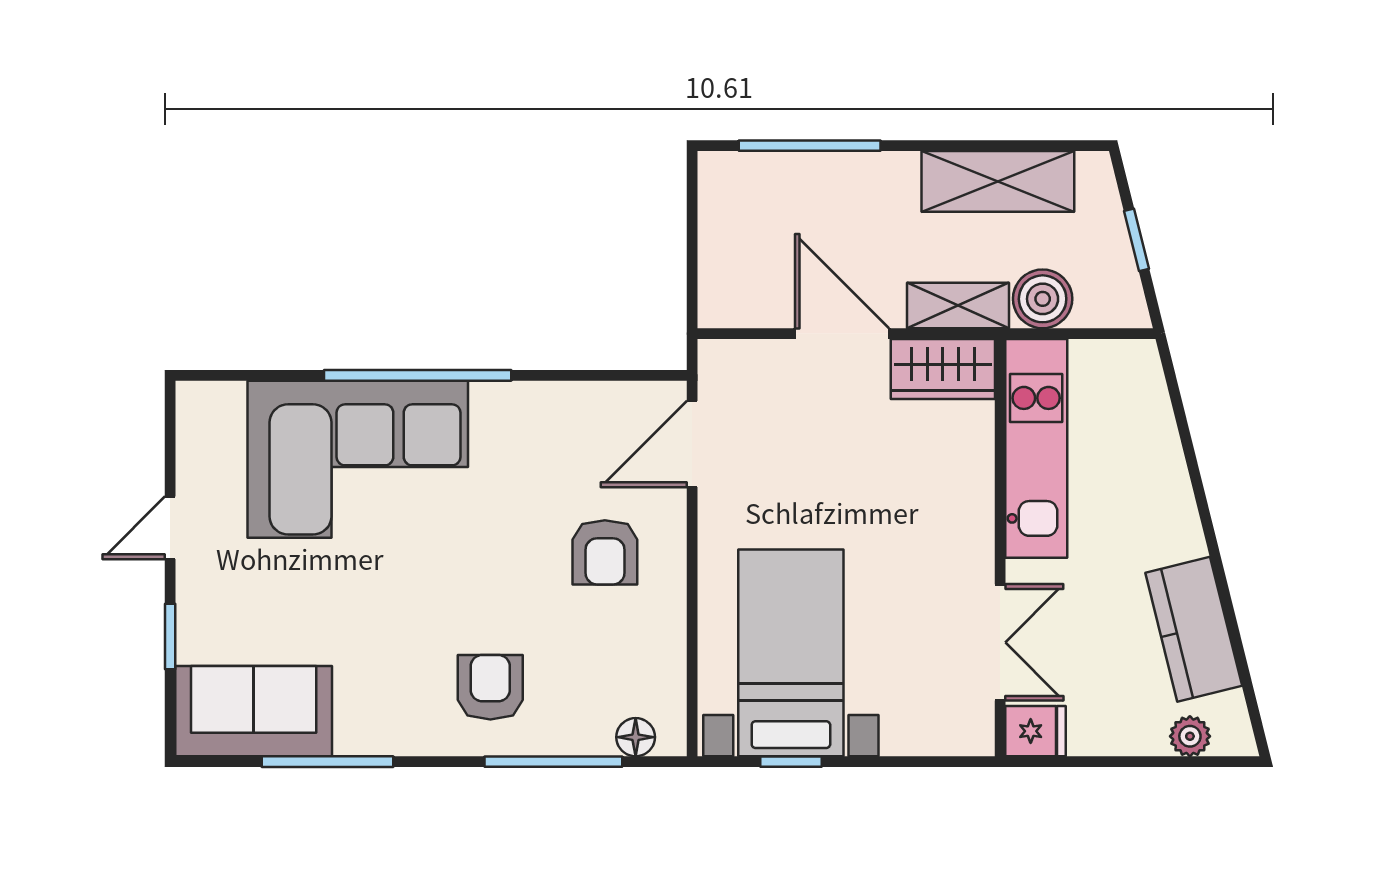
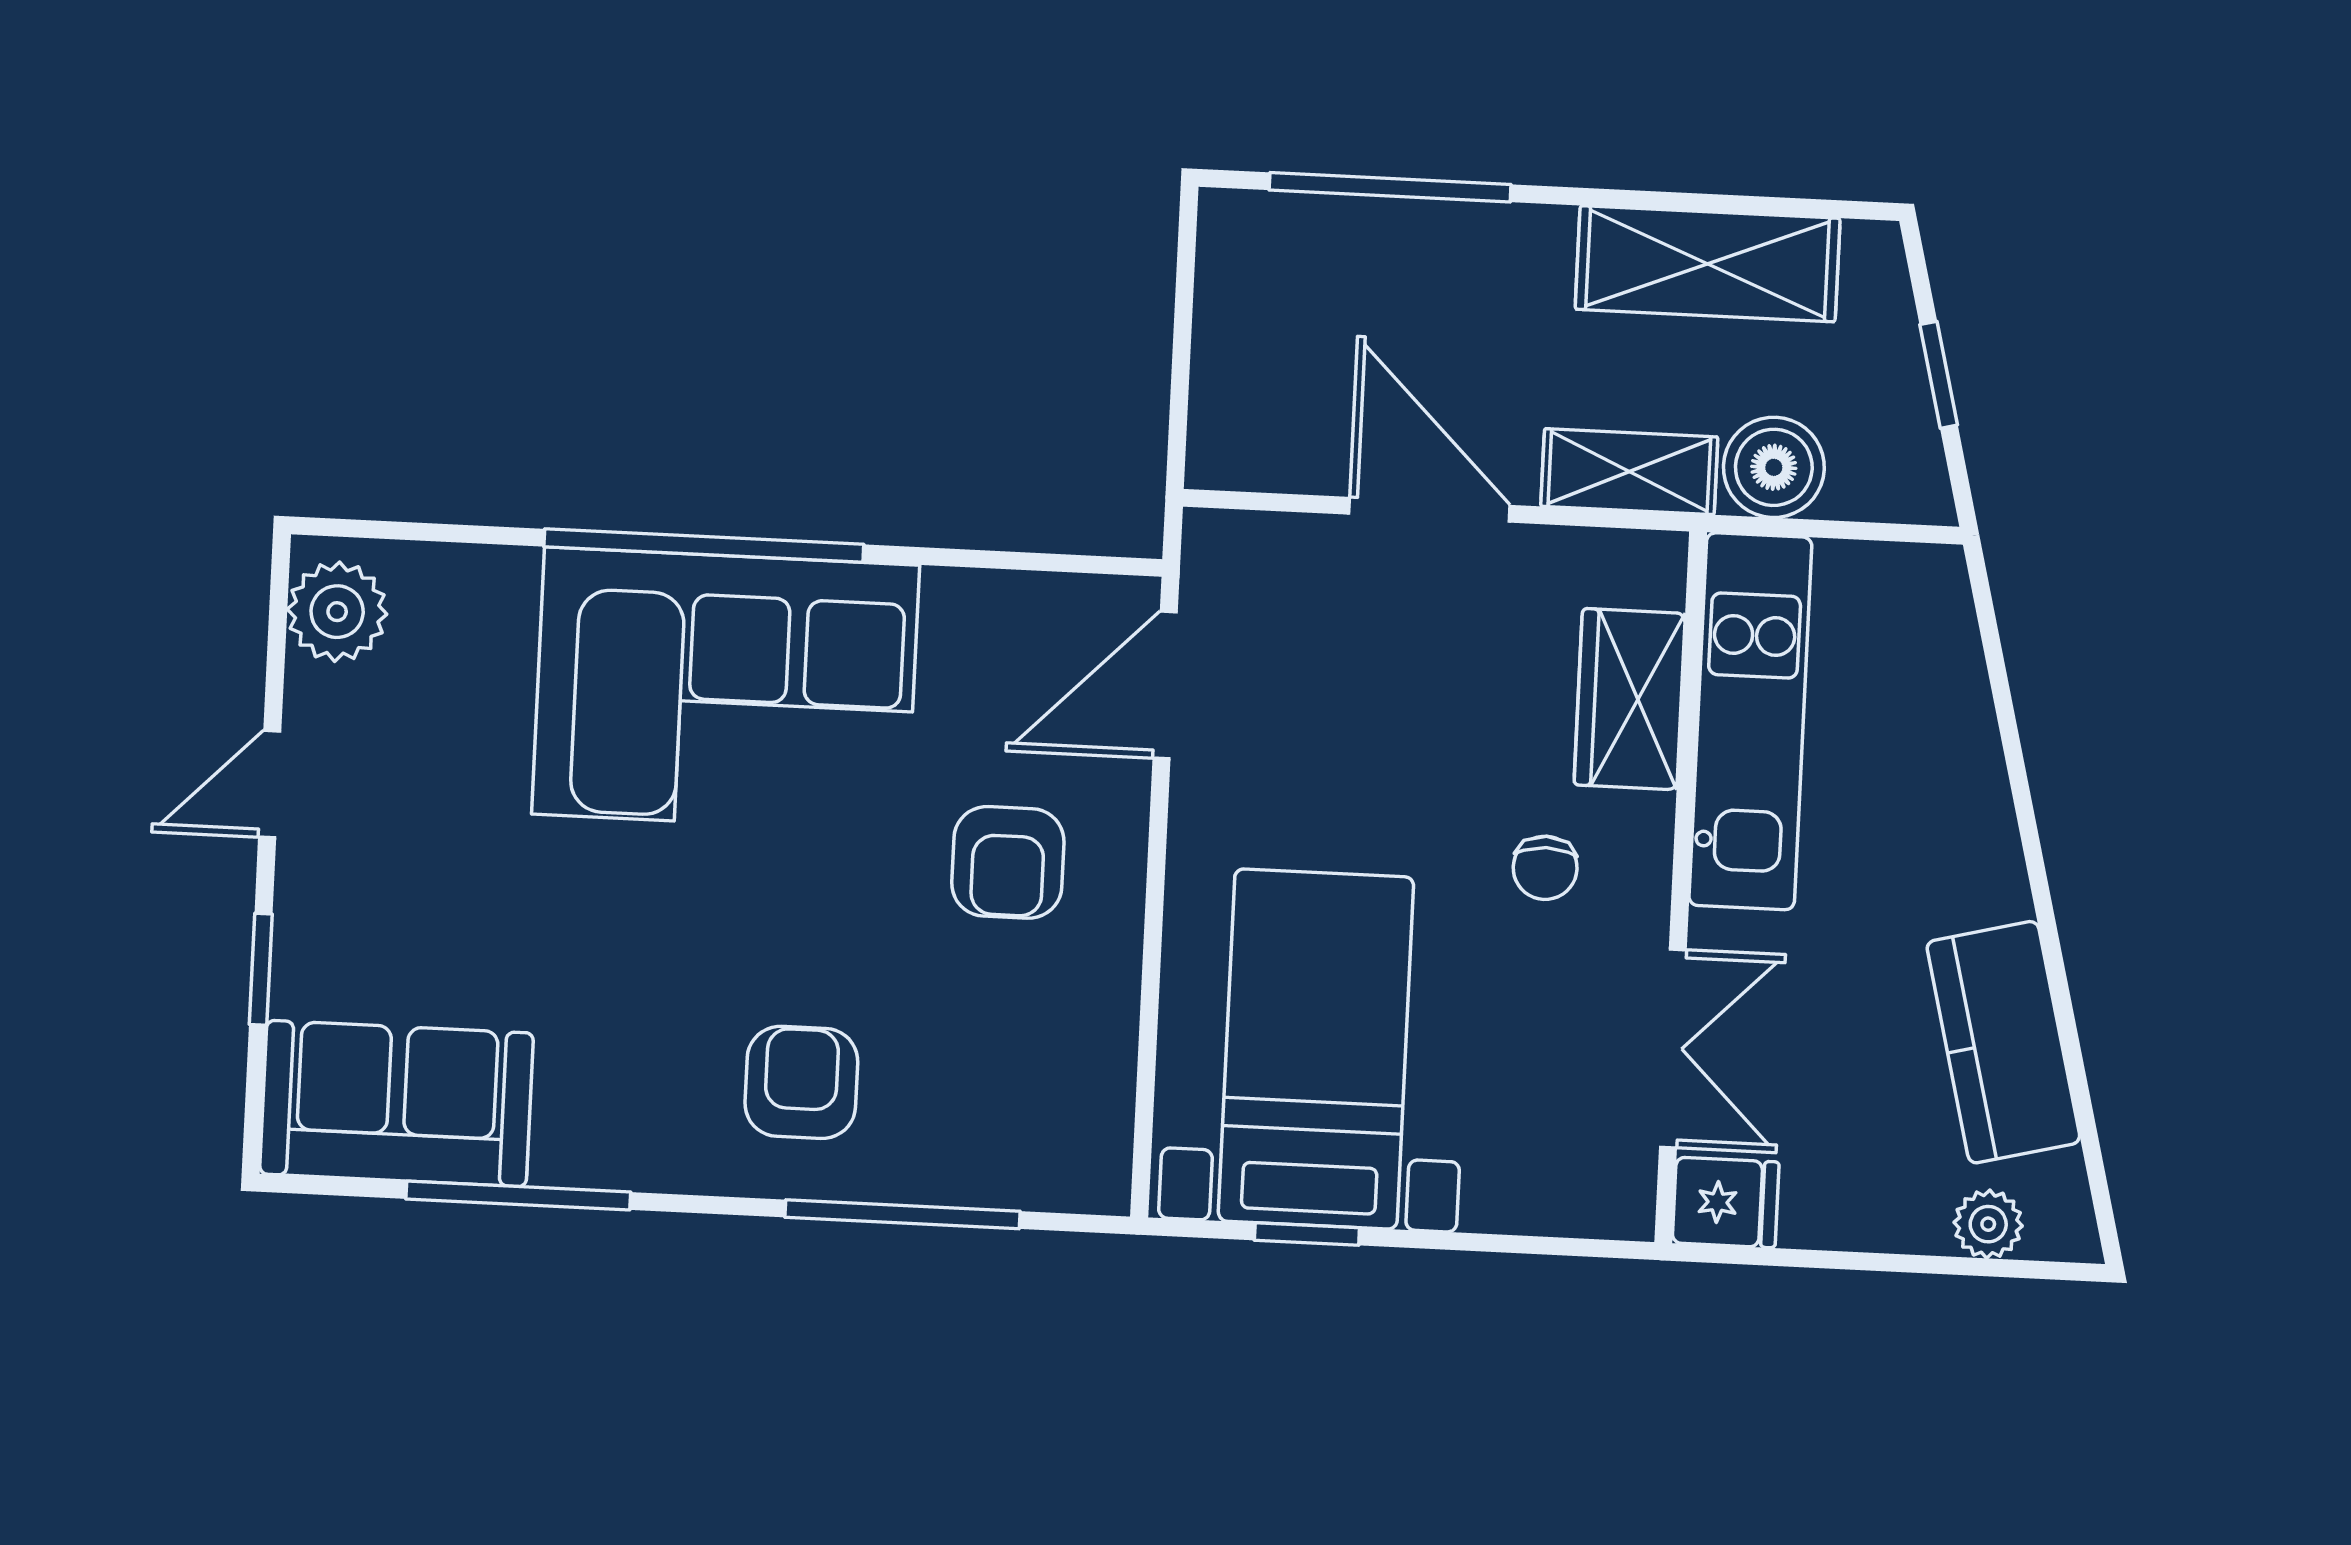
wardrobe: (943, 369) -> (1630, 699), moved, turned 90
plant: (205, 425) -> (337, 612), added
corner sofa: (358, 459) -> (726, 690), moved
chair: (920, 540) -> (1545, 868), added
floor lamp: (636, 737) -> (1045, 1179), removed

